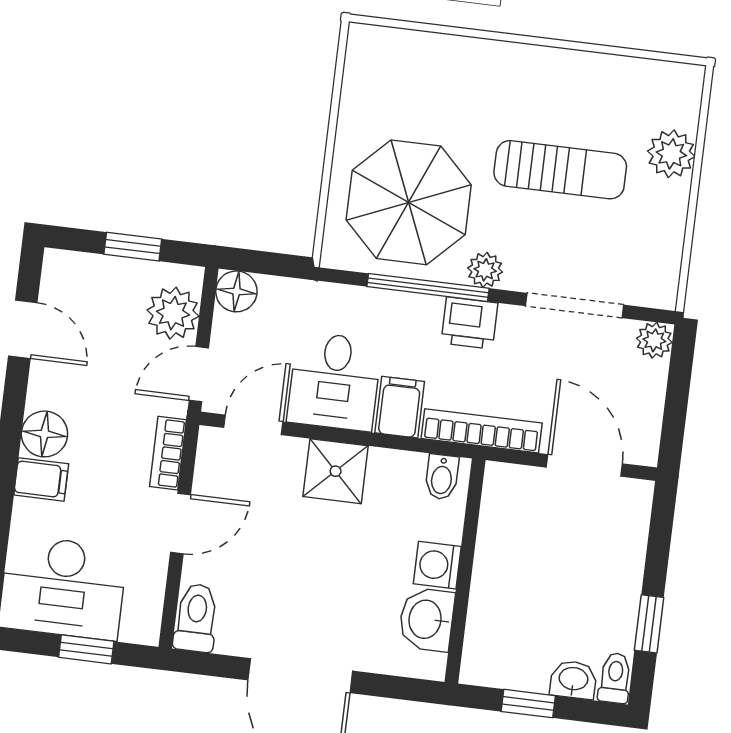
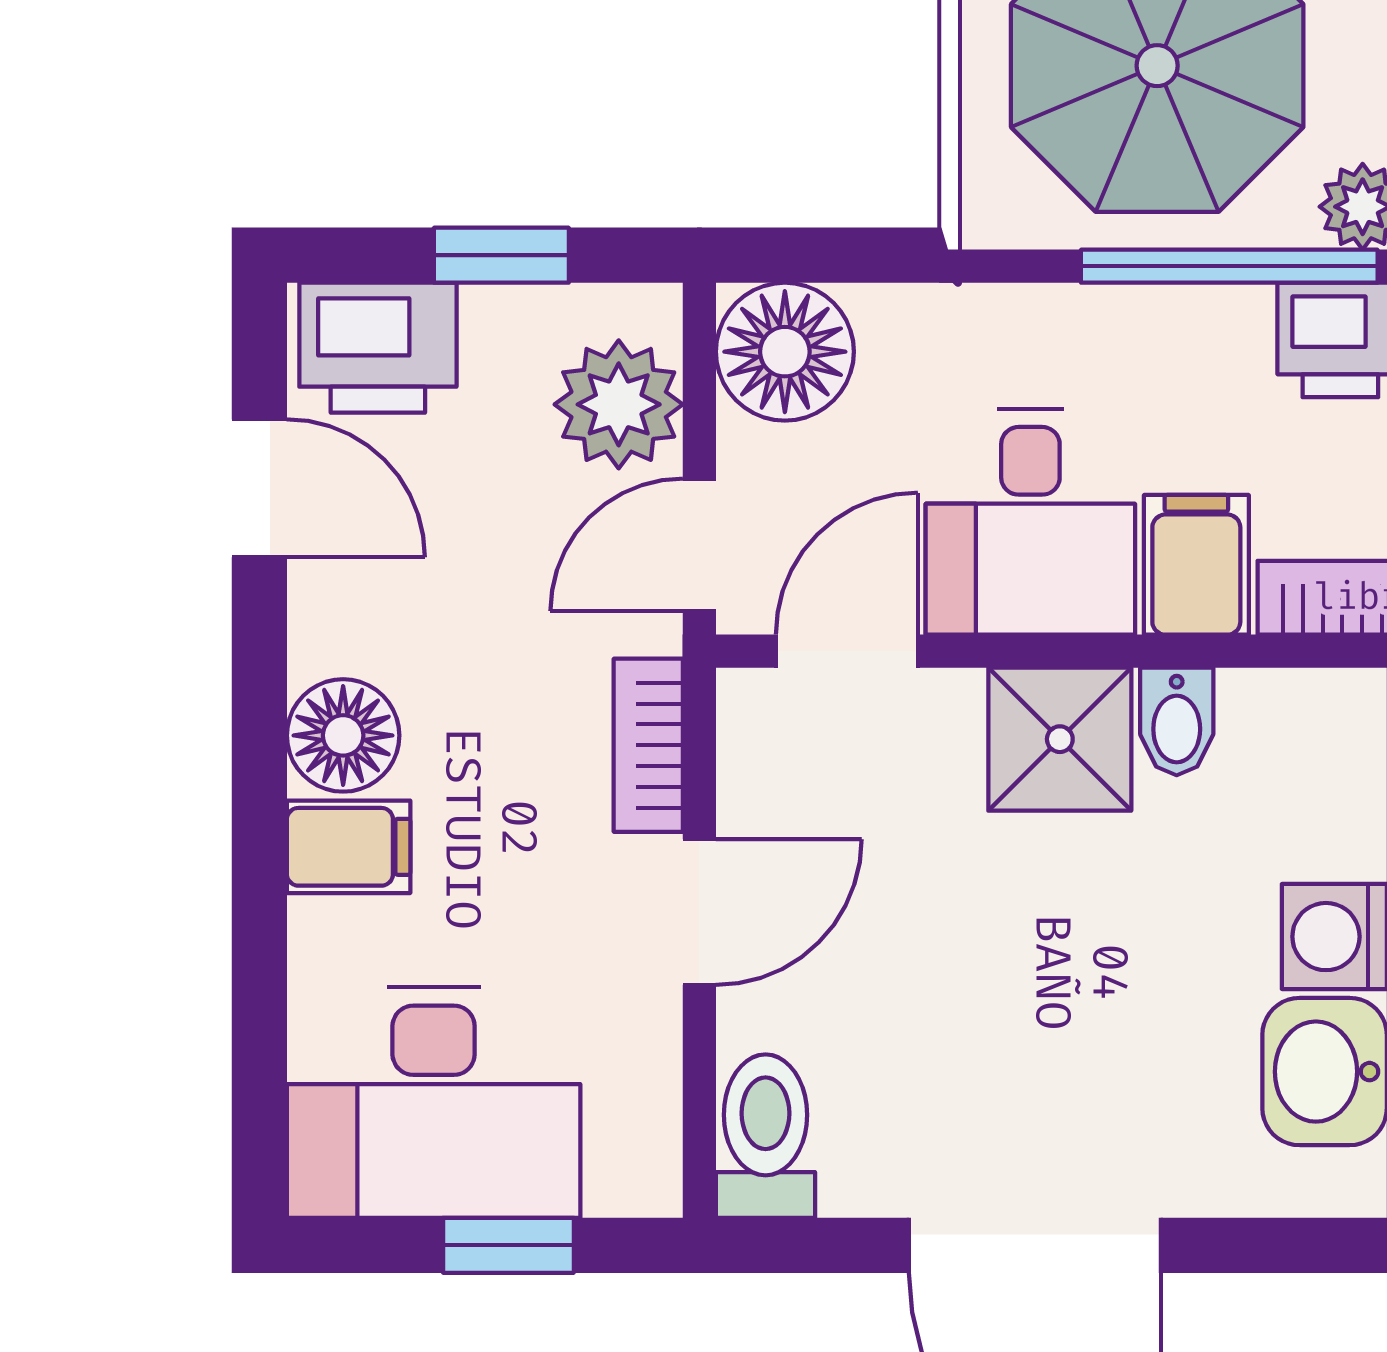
printer: (78, 278) -> (378, 348), added
floor lamp: (236, 291) -> (785, 352), width x1.38, depth x1.38
bidet: (442, 477) -> (1177, 721), moved

